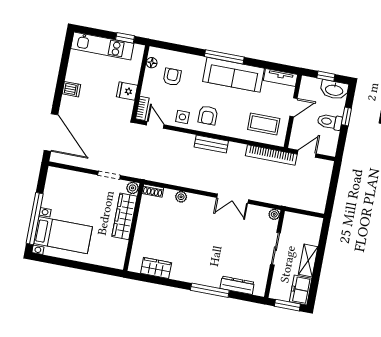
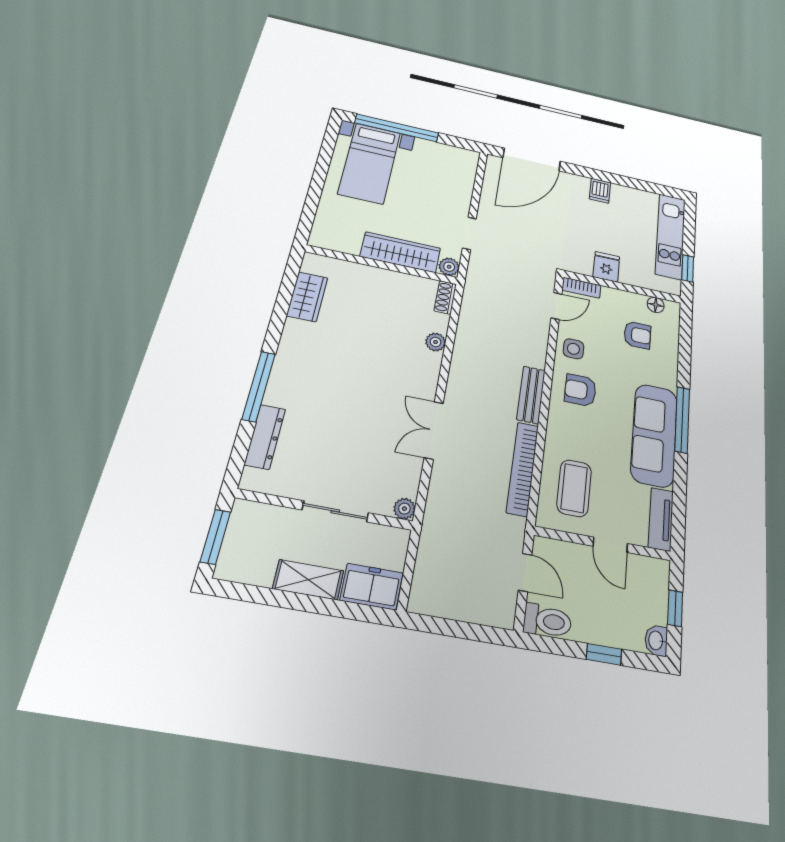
washbasin: (334, 90) -> (656, 641), width x0.52, depth x0.69
toilet: (330, 122) -> (547, 621), moved, turned 90
bookcase: (271, 155) -> (523, 469), moved
freezer: (301, 290) -> (372, 587), moved

